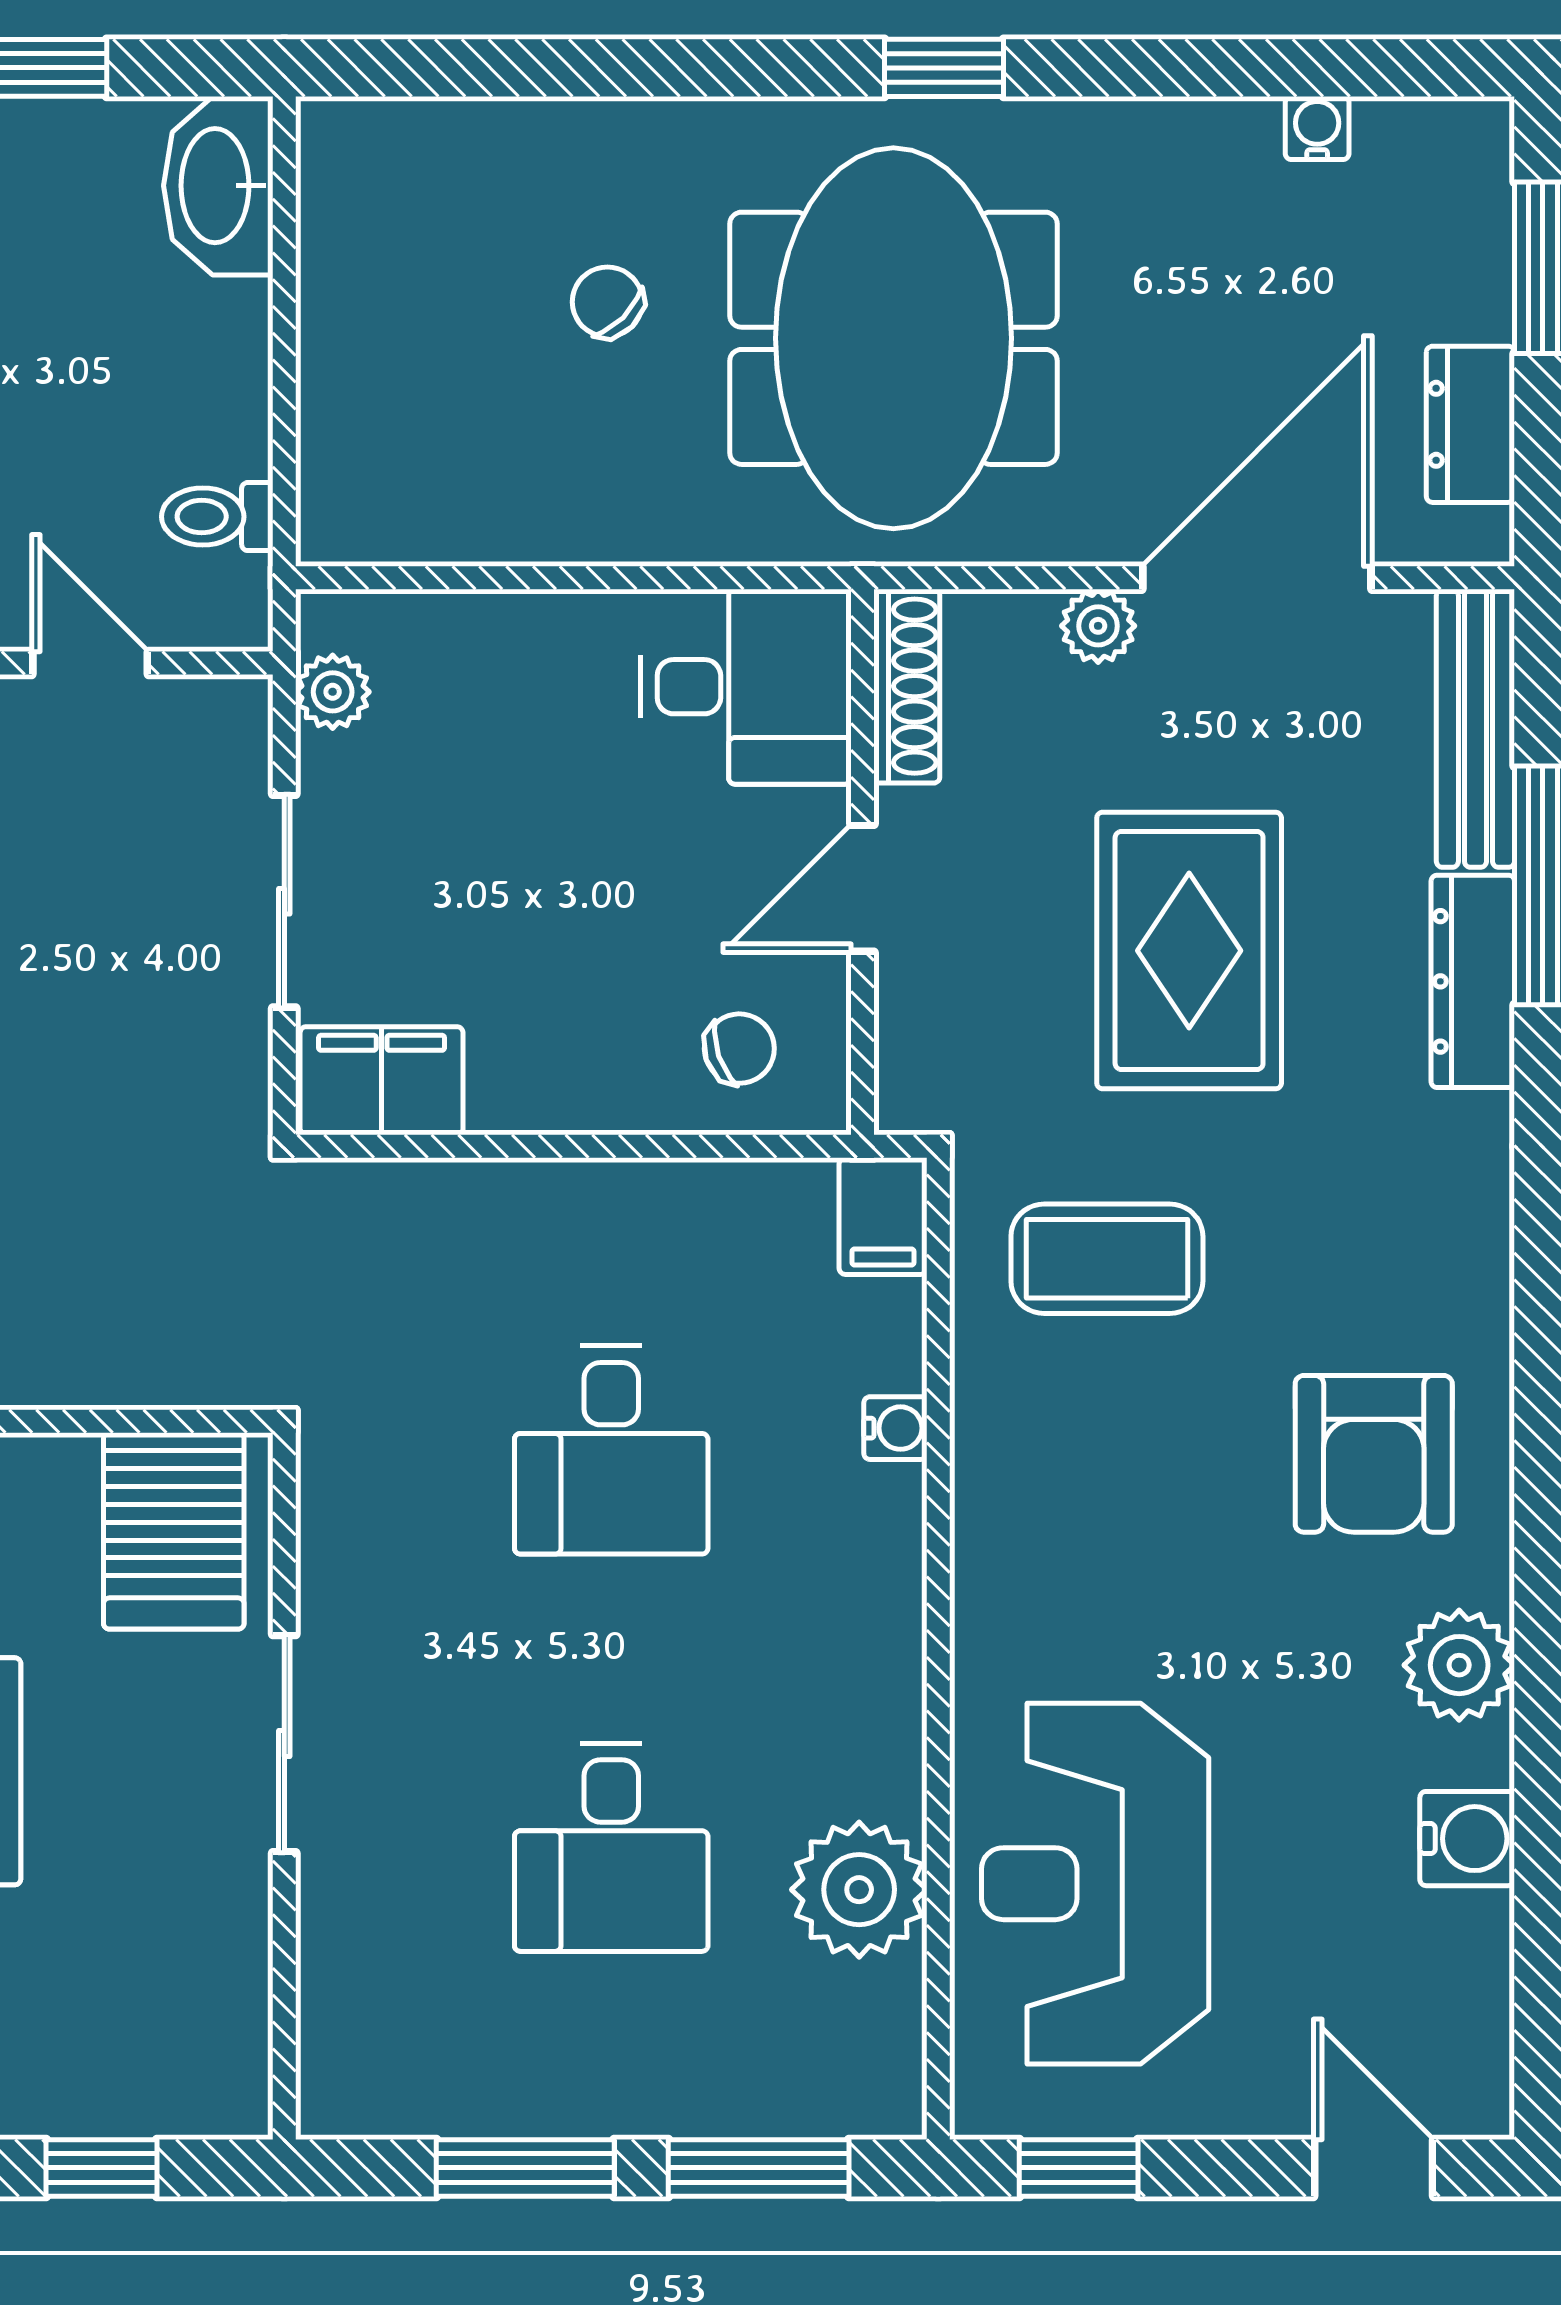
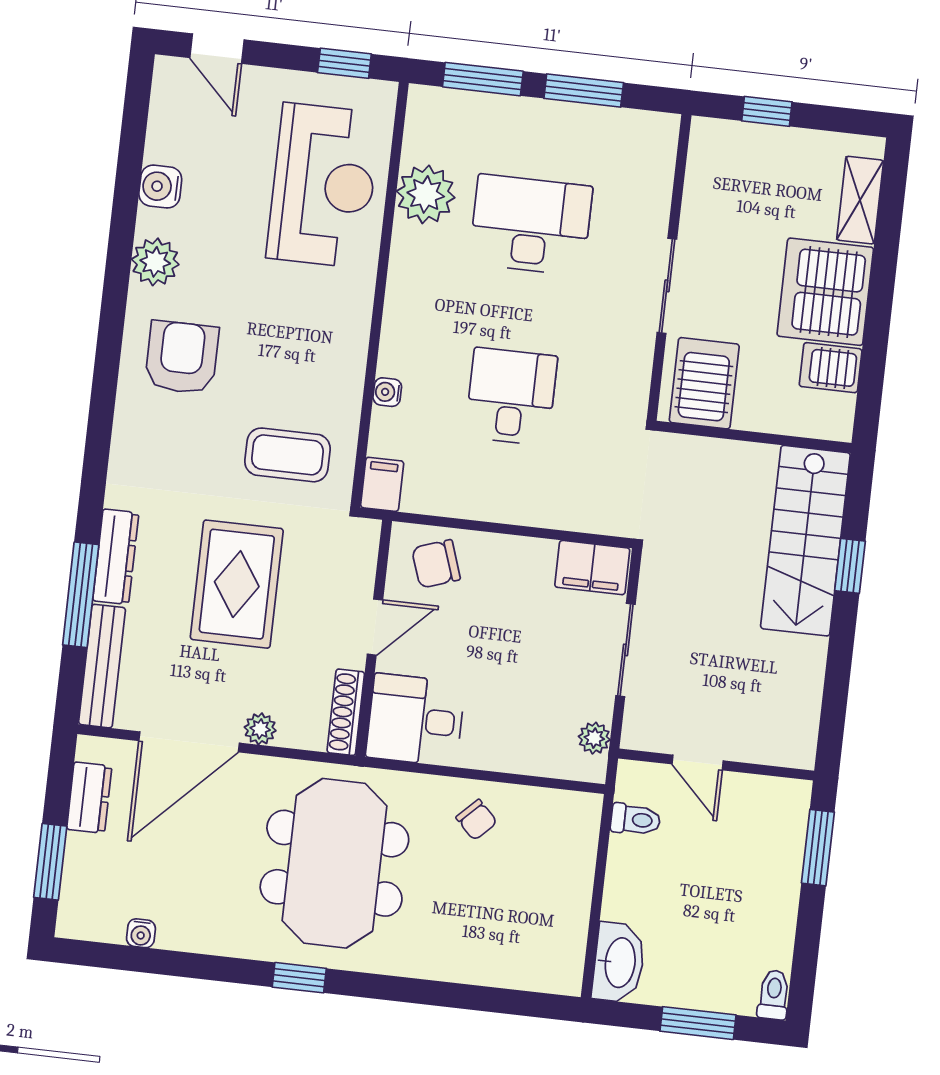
chair: (607, 302) -> (477, 820), moved
chair: (739, 1049) -> (436, 564), width x1.37, depth x1.37
desk: (611, 1847) -> (531, 225), width x1.37

